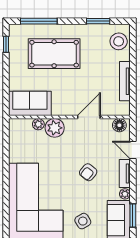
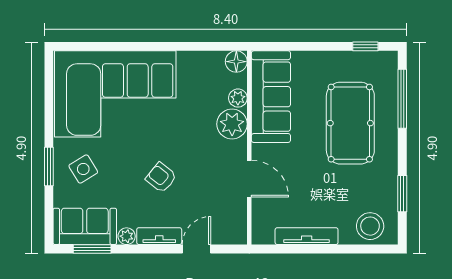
sofa: (30, 103) -> (271, 97), width x1.36
floor lamp: (119, 125) -> (236, 62), moved

